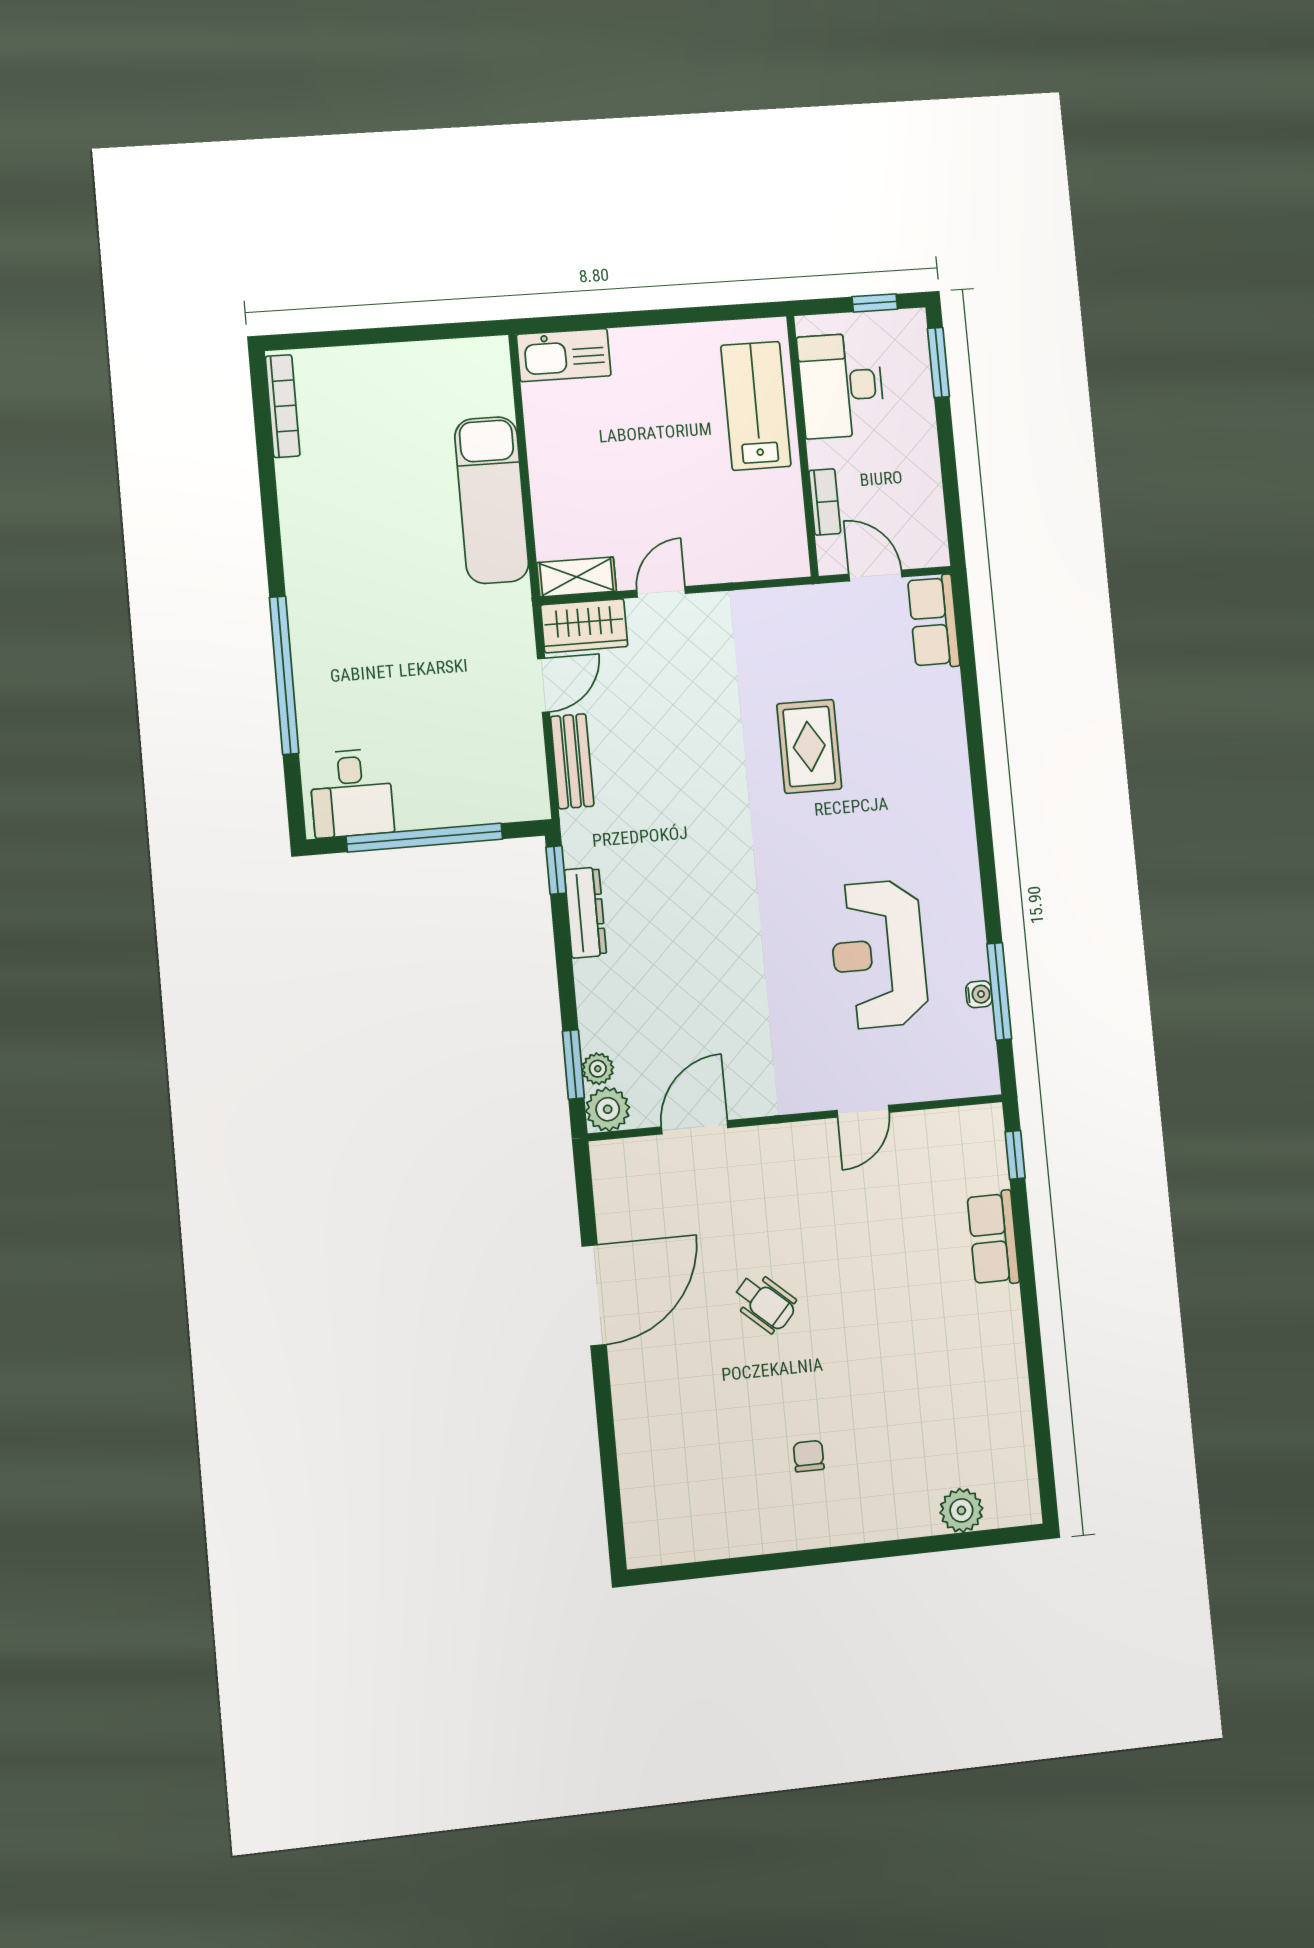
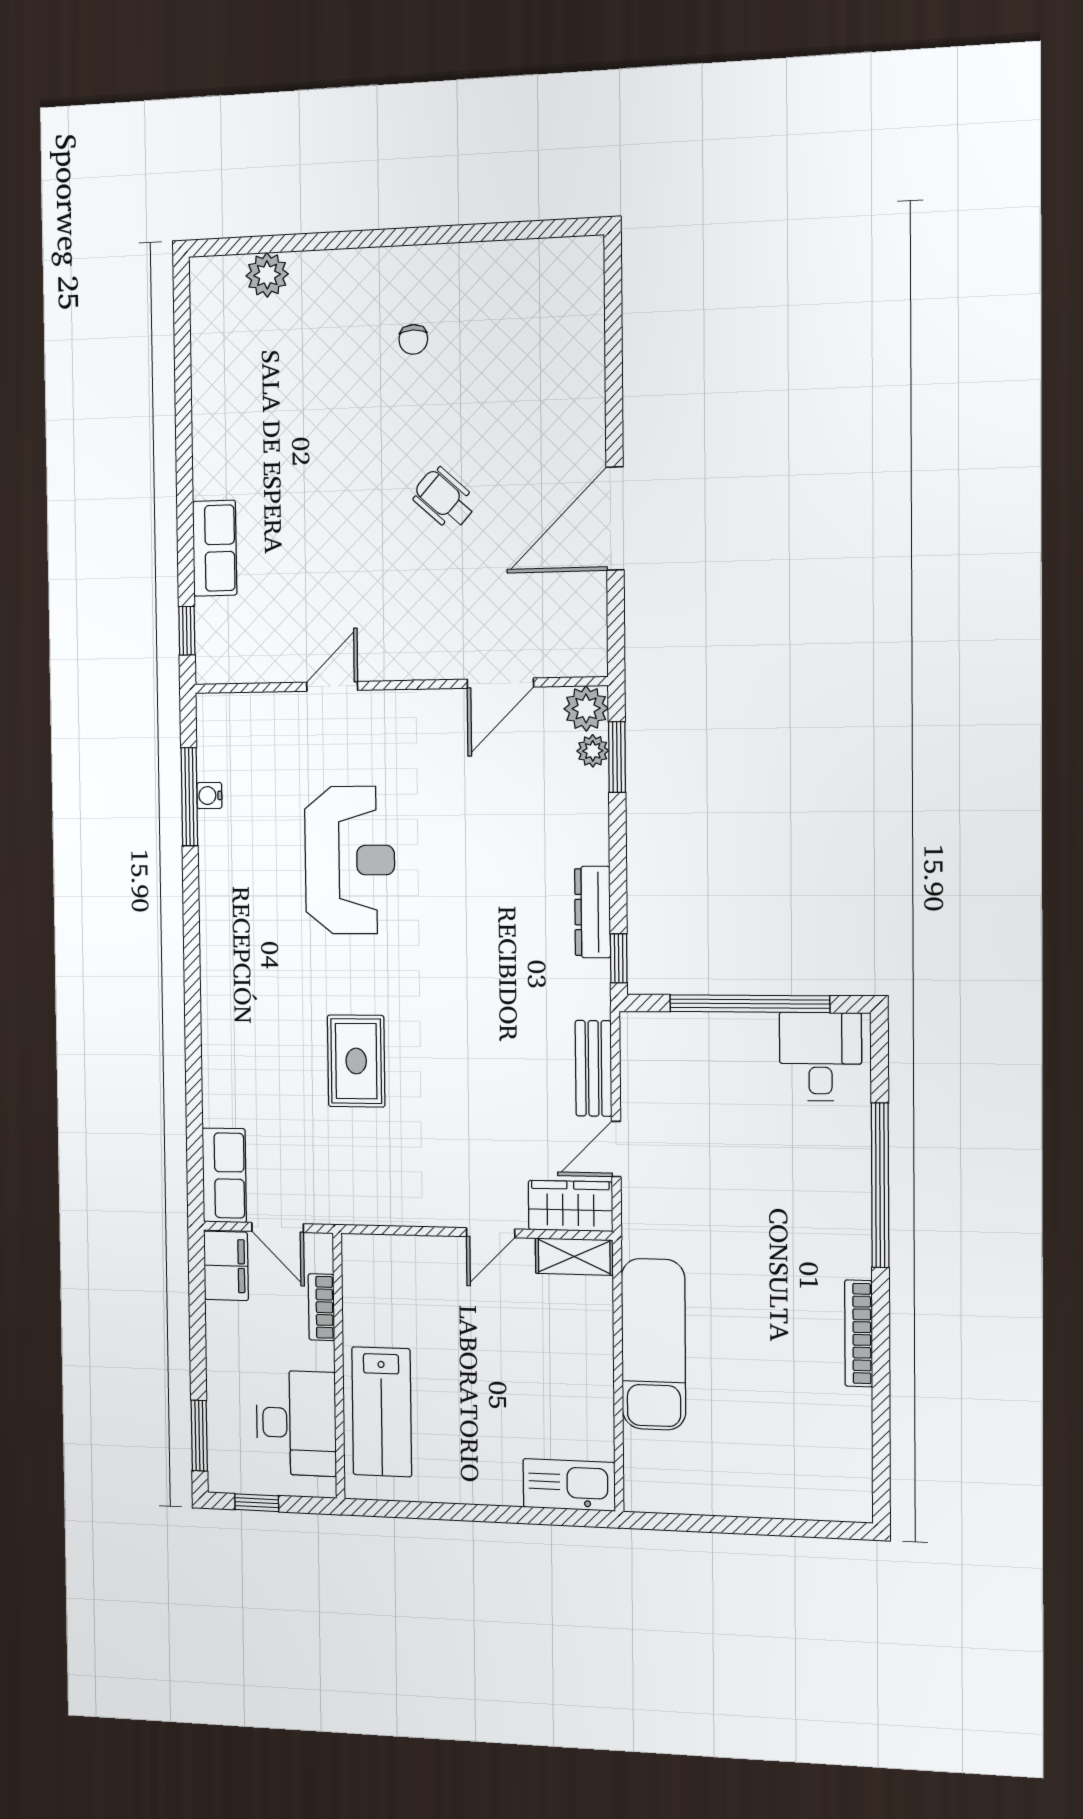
bookcase: (283, 406) -> (859, 1333), moved
filing cabinet: (925, 533) -> (226, 1266), added
reception desk: (878, 954) -> (350, 860), moved

